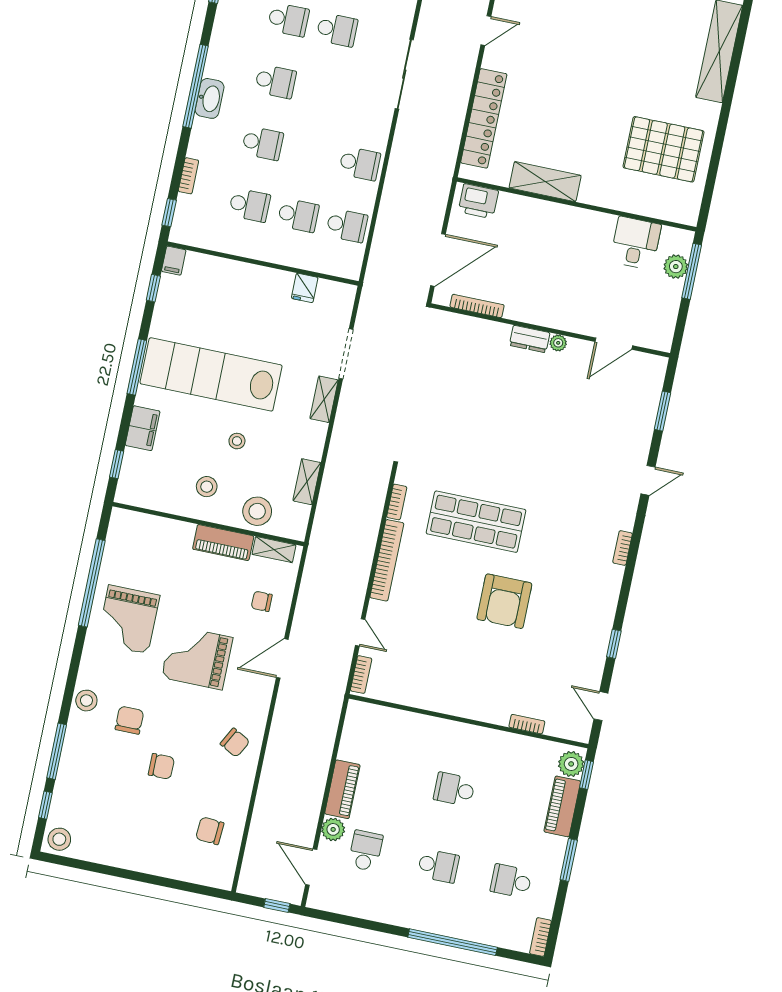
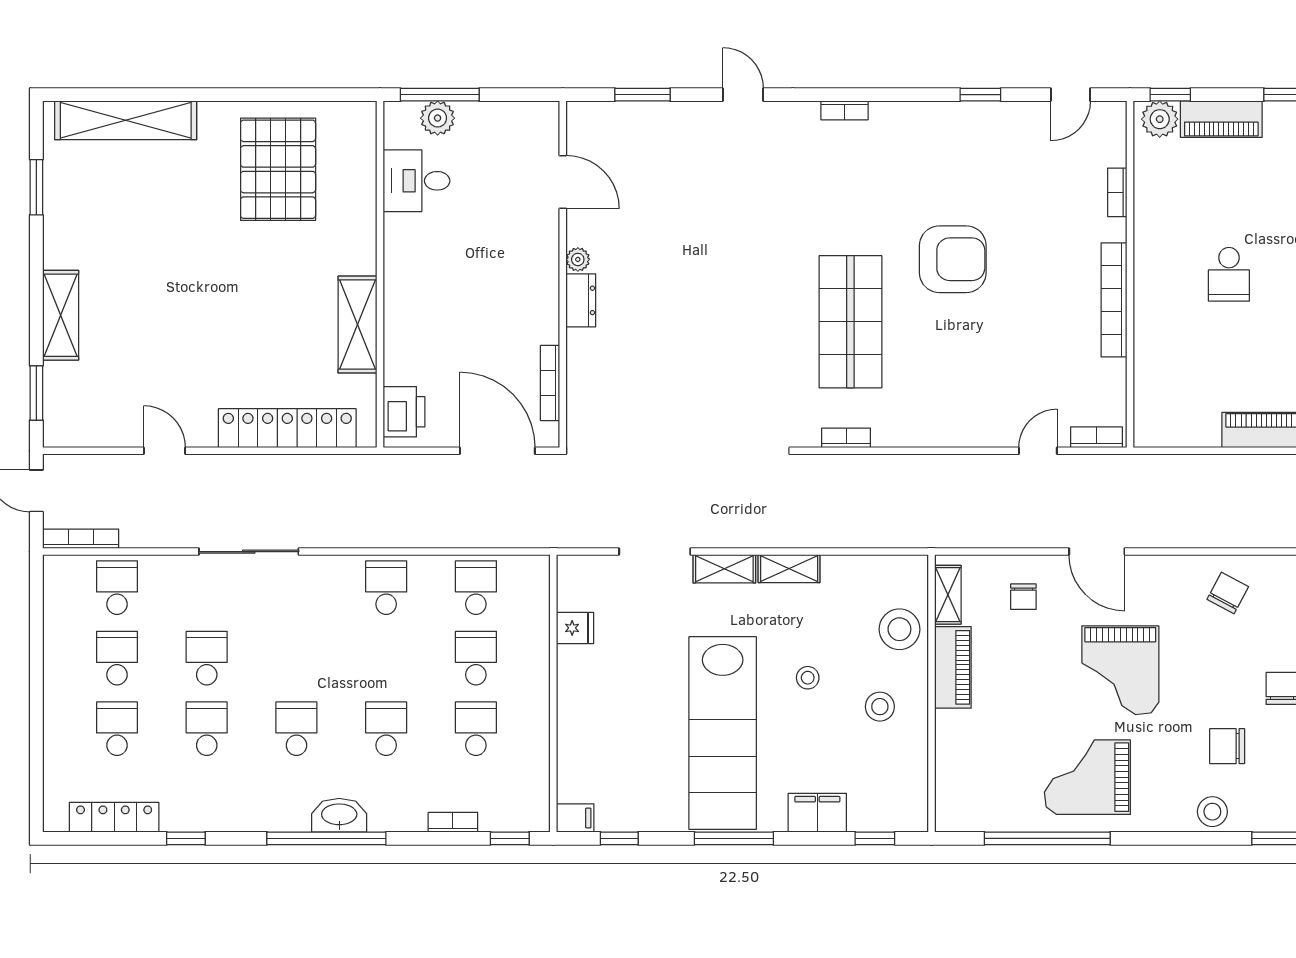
shelving: (307, 482) -> (789, 569), moved
bookcase: (387, 560) -> (1114, 300), moved, turned -90
grand piano: (128, 619) -> (1087, 777), turned 180

